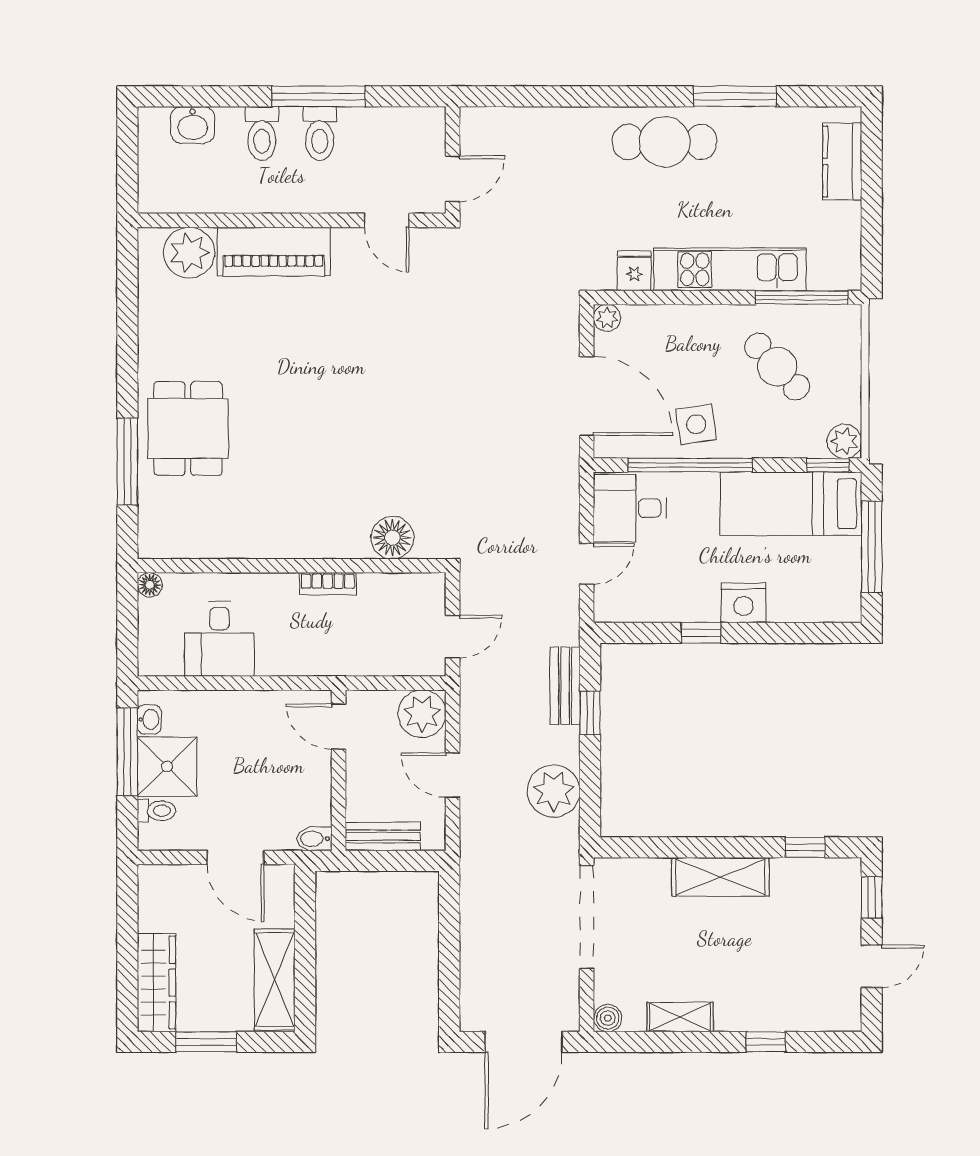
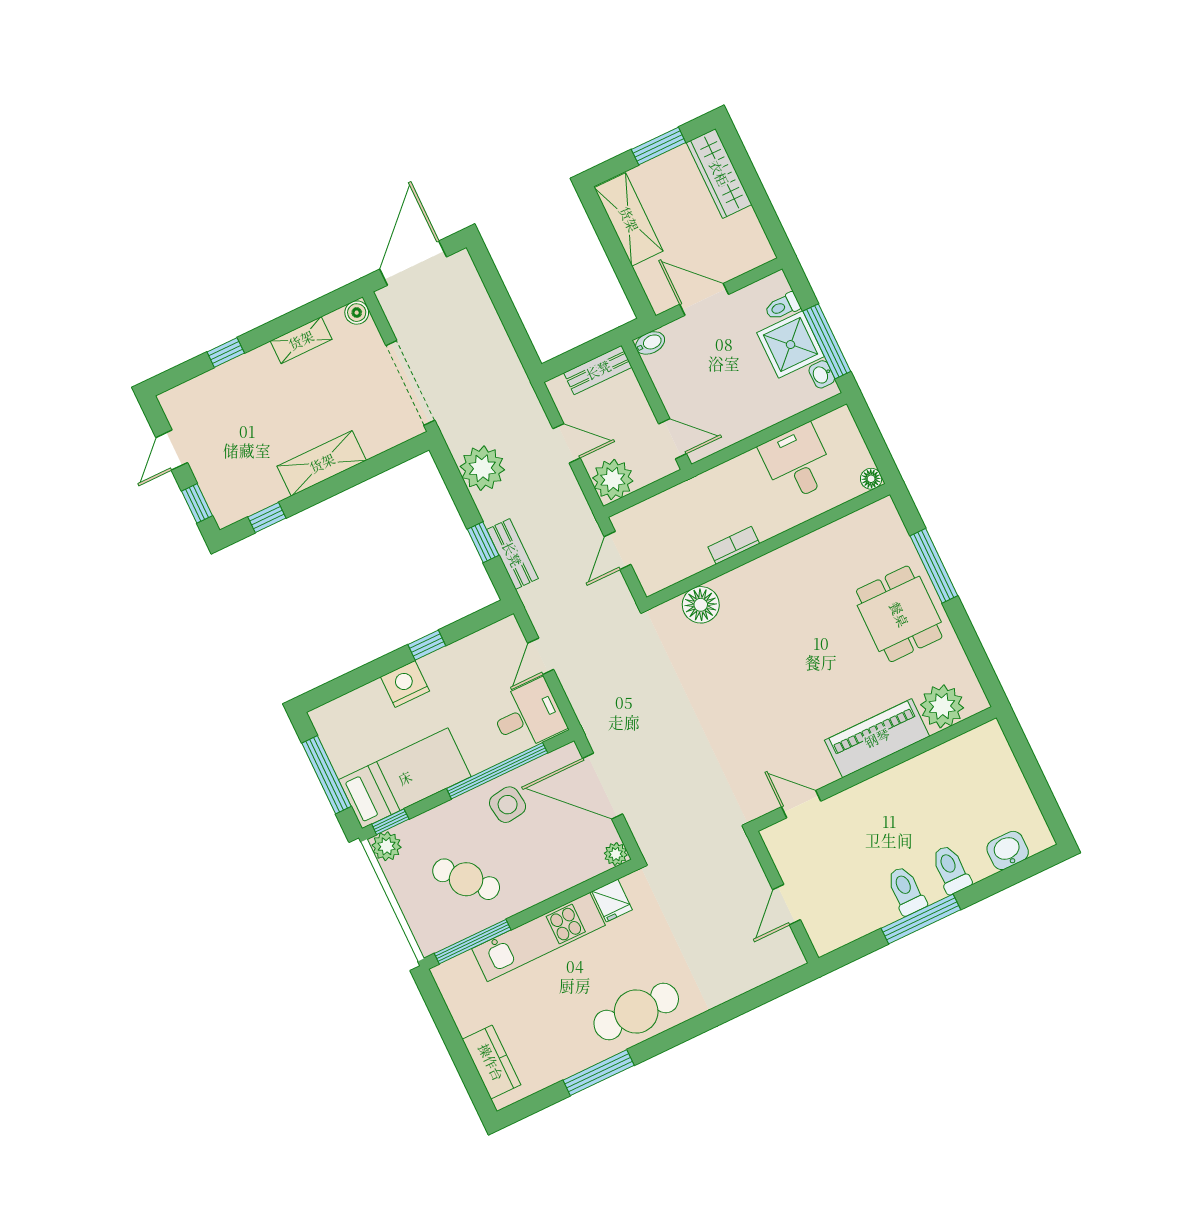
wall: (292, 220) -> (875, 769), moved
door: (387, 220) -> (801, 804), moved
piano: (274, 252) -> (877, 738), moved
plant: (189, 253) -> (942, 706), moved

